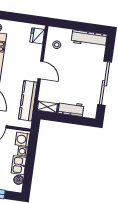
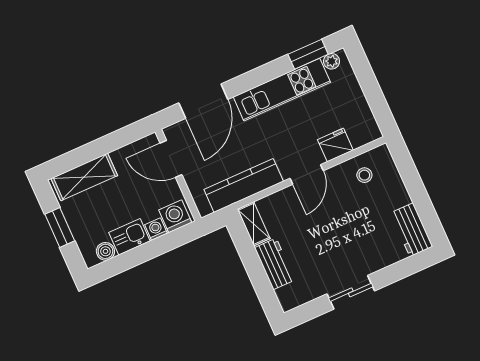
fridge: (37, 36) -> (335, 145), moved
workbench: (89, 38) -> (411, 230), width x0.73
sliding door: (105, 83) -> (351, 292), width x0.54

